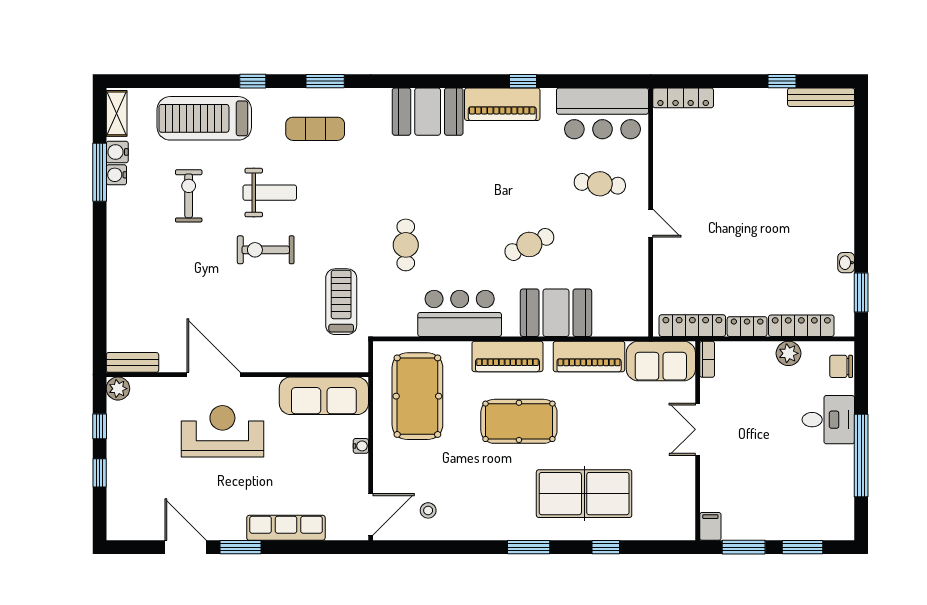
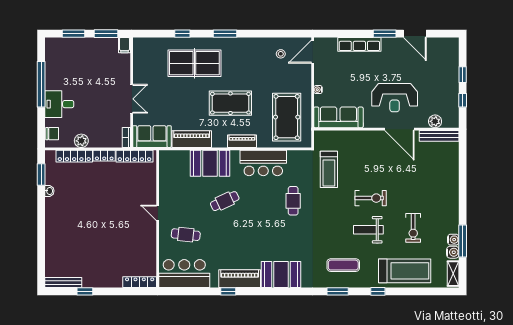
piano: (507, 356) -> (242, 141), width x0.73, depth x0.75
bench: (132, 362) -> (439, 136), width x1.36
plant: (118, 389) -> (435, 121), moved

